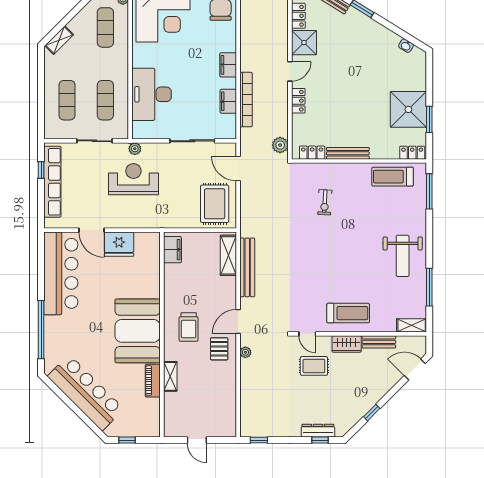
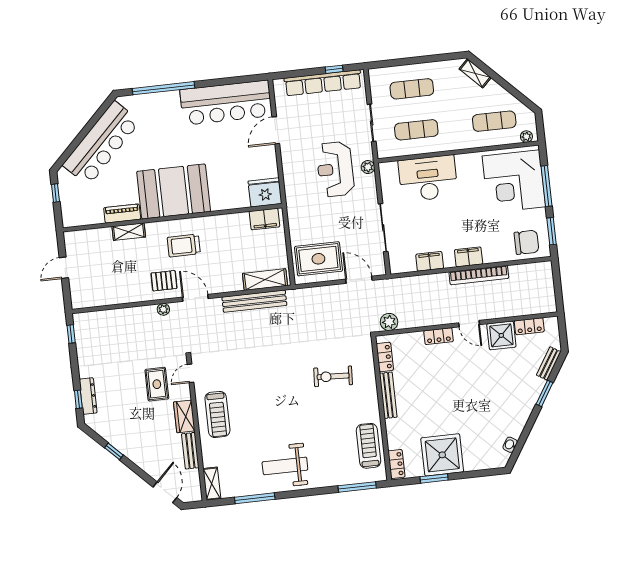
bookcase: (246, 100) -> (479, 275), moved
door: (238, 169) -> (359, 280), hinge flipped
reception desk: (133, 179) -> (335, 169), turned 180
exercise bike: (325, 202) -> (333, 376), width x1.38, depth x1.39
fridge: (119, 244) -> (265, 192), moved, turned 90

